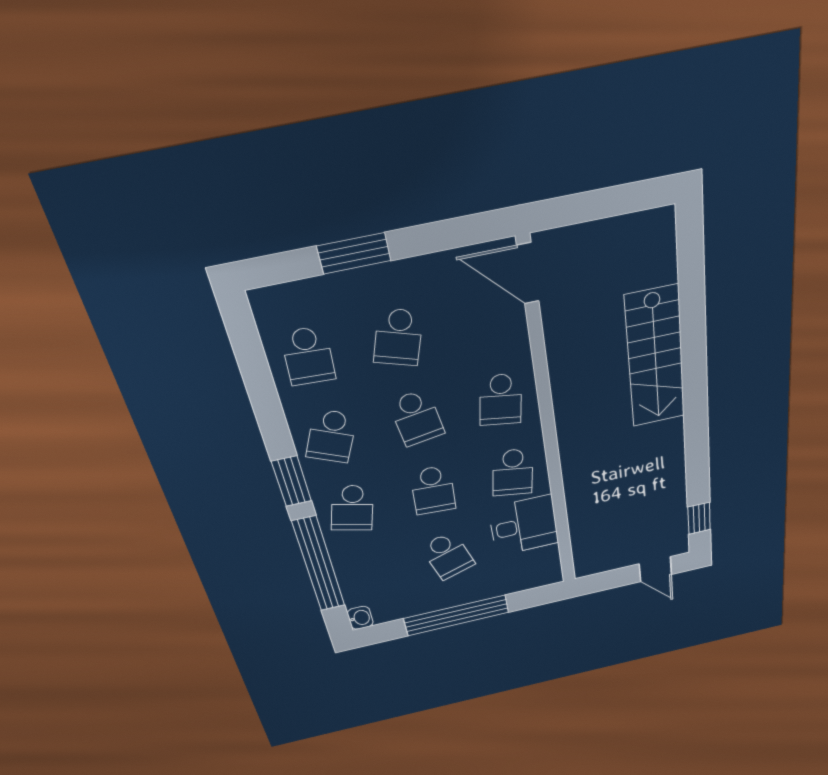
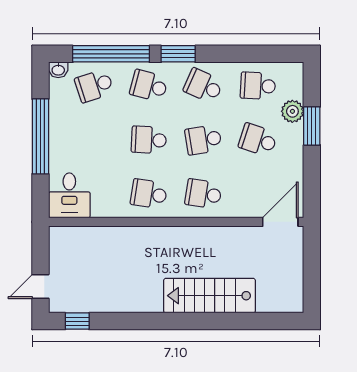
plant: (336, 291) -> (292, 111), added
desk: (524, 526) -> (69, 195), moved
school desk: (448, 556) -> (94, 86), moved

